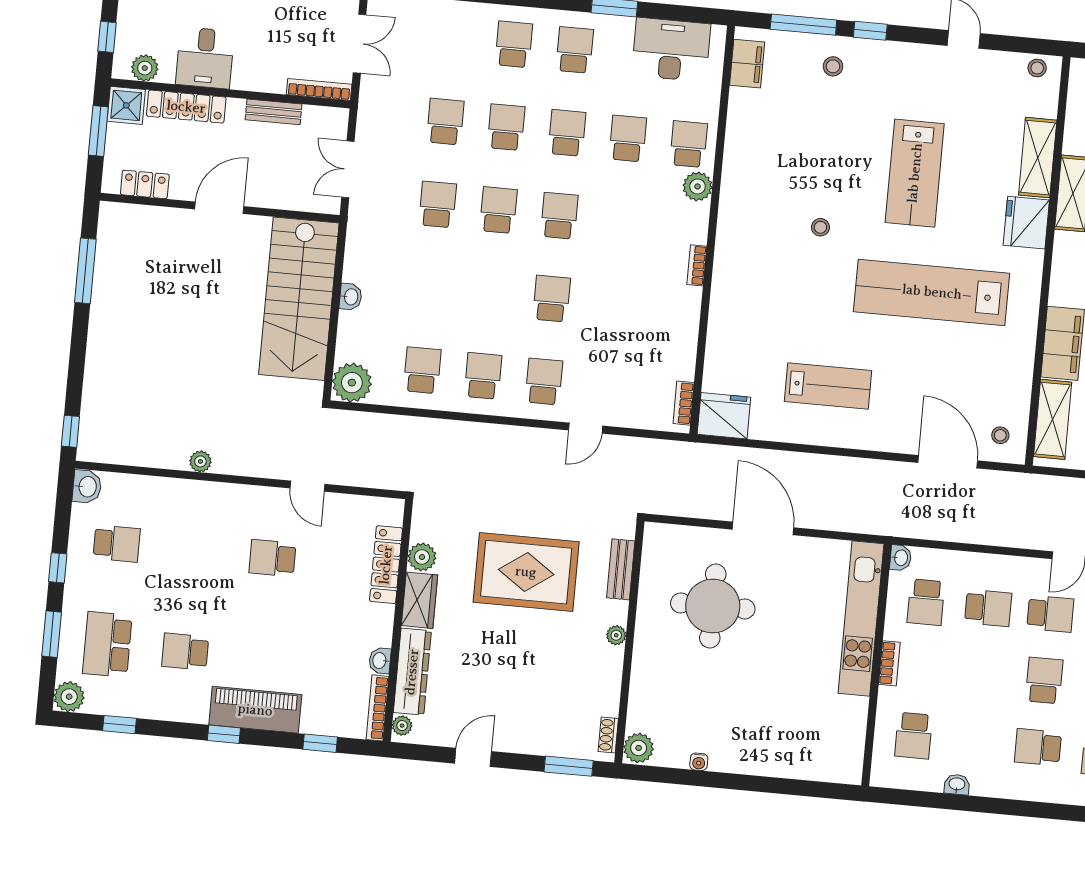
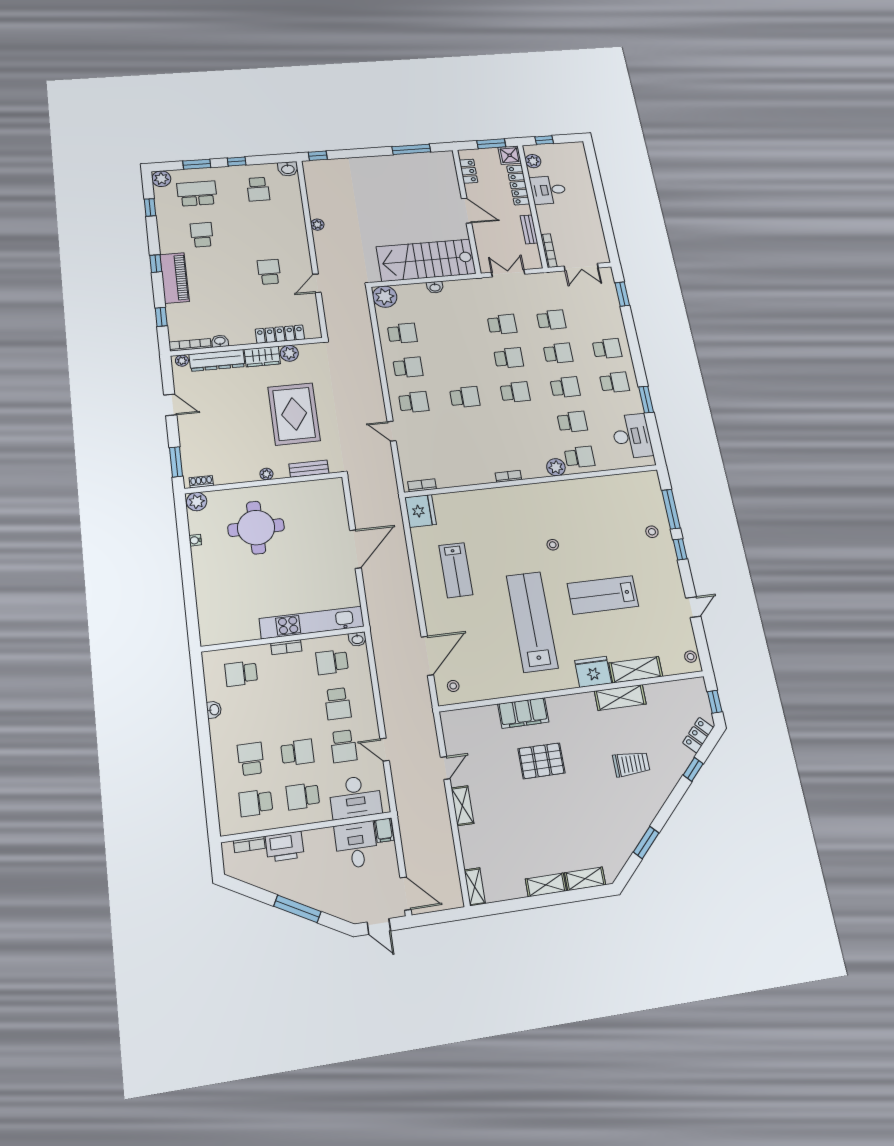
filing cabinet: (747, 64) -> (638, 481), removed
shelving: (1053, 419) -> (472, 718), removed
round table: (713, 606) -> (256, 528), moved

